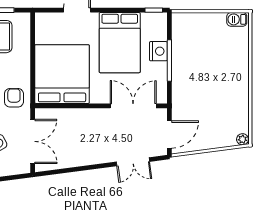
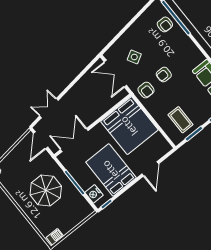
nightstand: (158, 51) -> (94, 194), moved
parasol: (207, 77) -> (46, 190), added
double door: (133, 106) -> (74, 140), swing flipped

